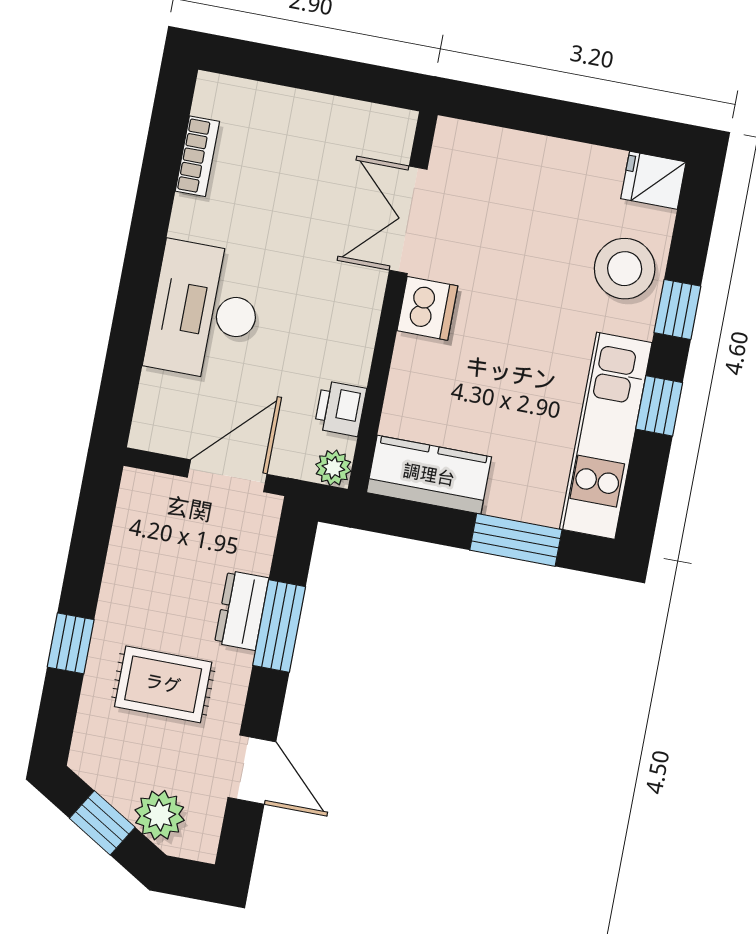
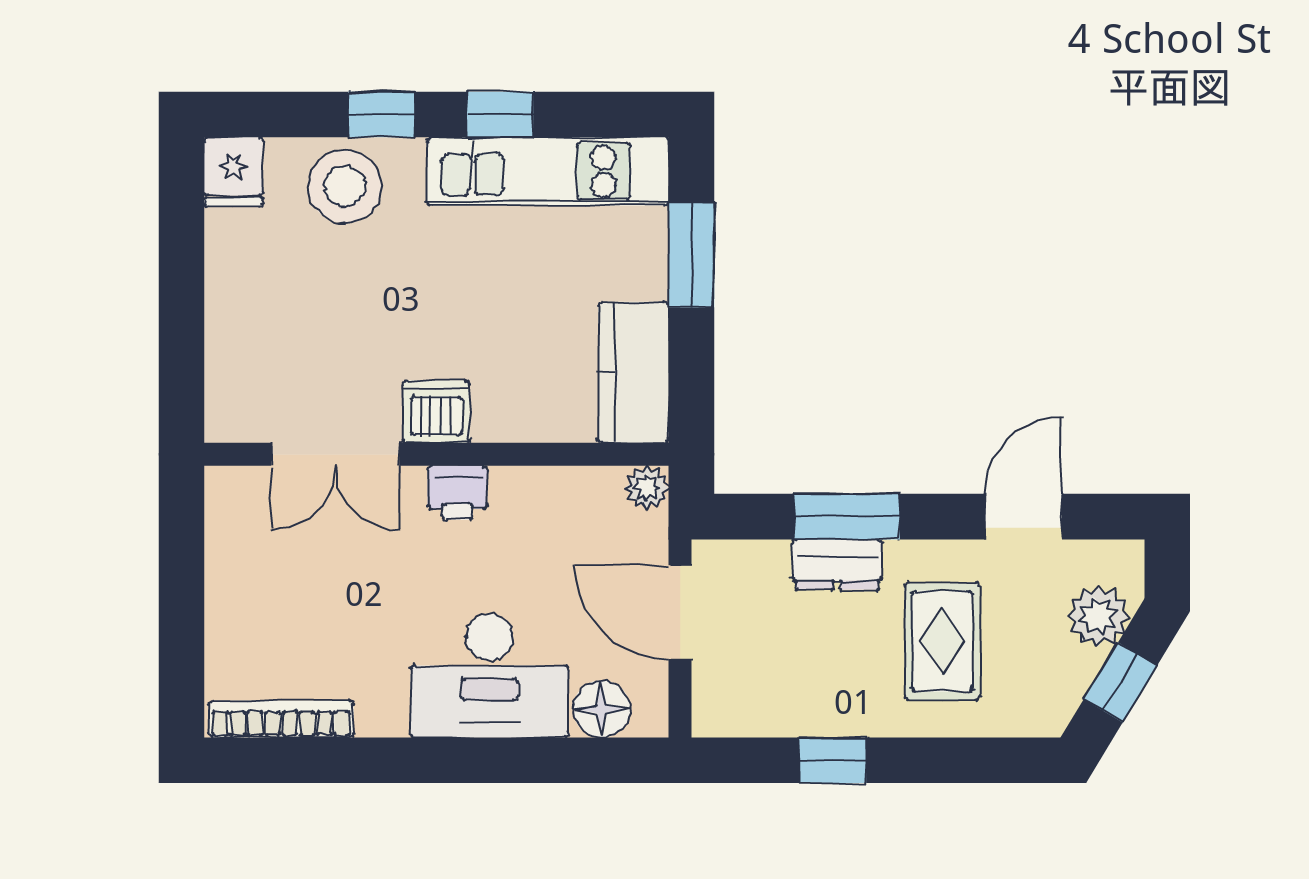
bookcase: (197, 156) -> (281, 719), width x1.56
floor lamp: (160, 397) -> (602, 709), added
printer: (340, 408) -> (457, 493), moved
window: (71, 643) -> (833, 760), moved

